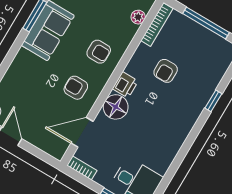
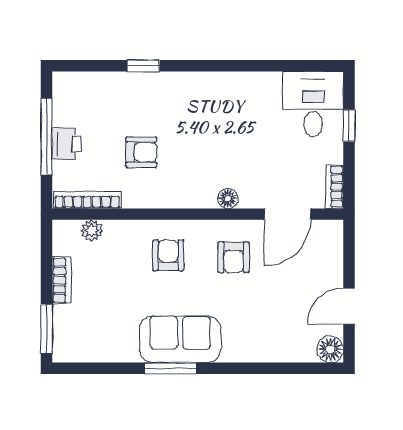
printer: (125, 85) -> (66, 144), moved, turned 90
floor lamp: (116, 107) -> (228, 199), width x0.53, depth x0.53
door: (82, 132) -> (288, 214), hinge flipped

